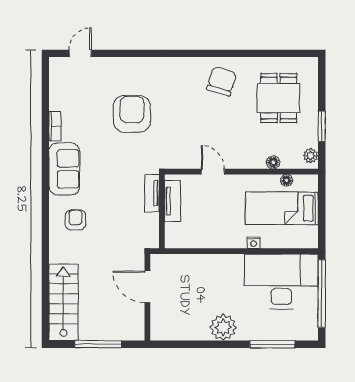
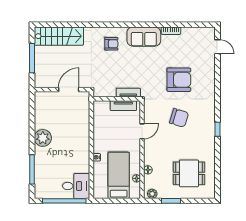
window: (209, 53) -> (217, 129), added
chair: (222, 81) -> (179, 118), moved
desk: (281, 281) -> (76, 186), width x0.53, depth x0.77

